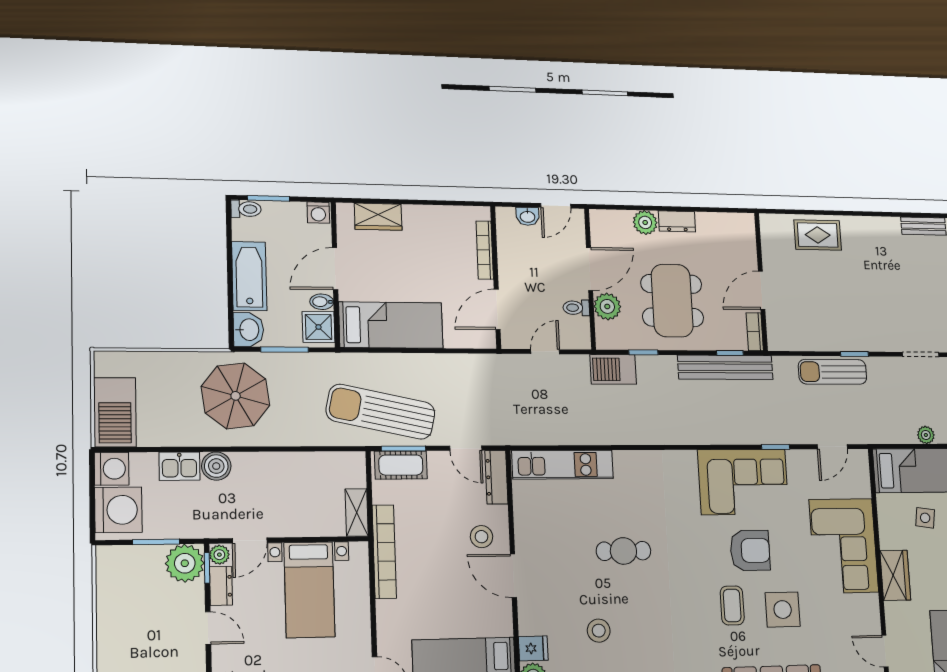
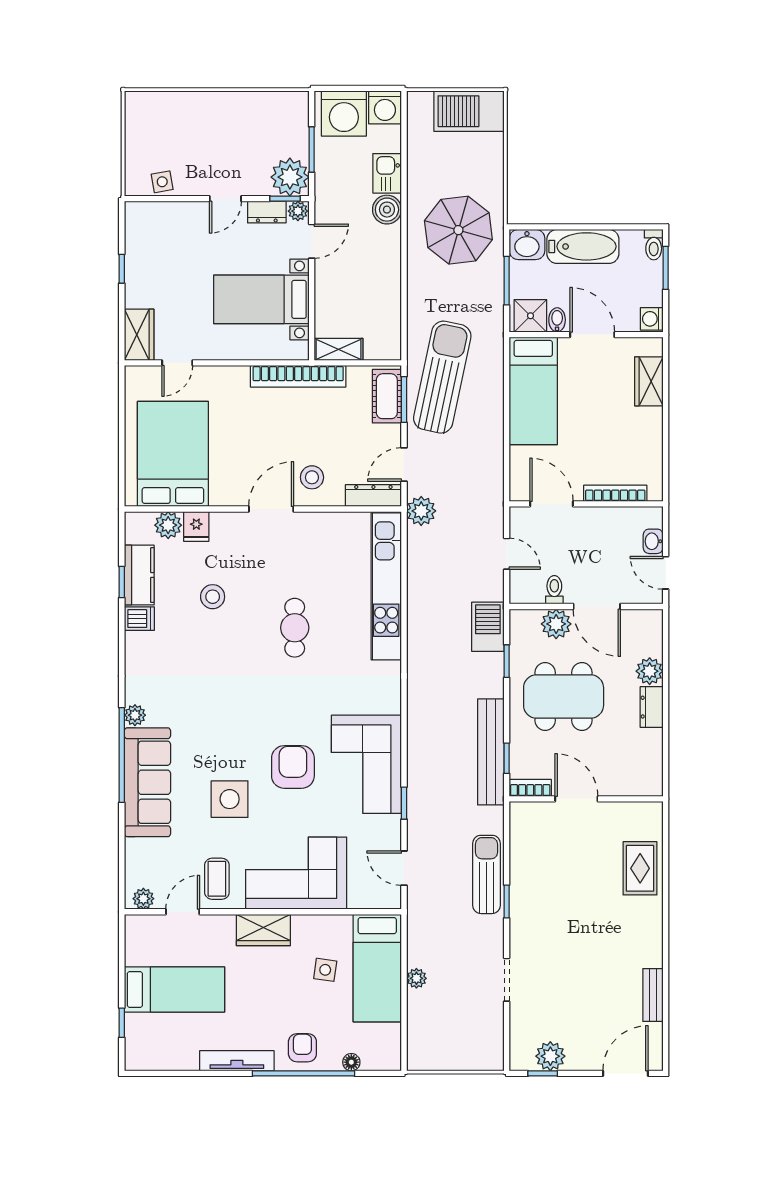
barbecue: (115, 412) -> (469, 111), moved
plant: (509, 432) -> (421, 511), added
kitchen unit: (563, 465) -> (386, 586), width x1.36
door: (250, 540) -> (312, 241), swing flipped
armchair: (750, 550) -> (293, 767), turned 180
coffee table: (732, 605) -> (217, 879), moved, turned 90

